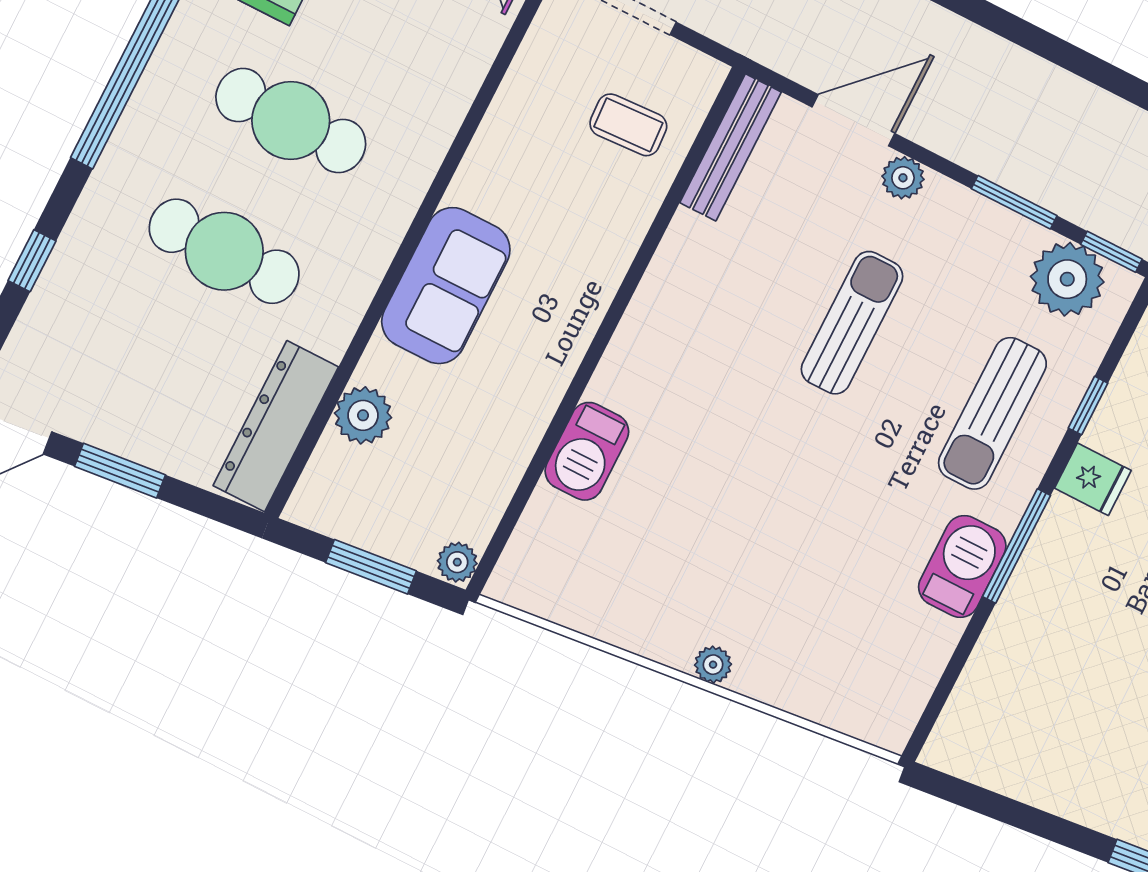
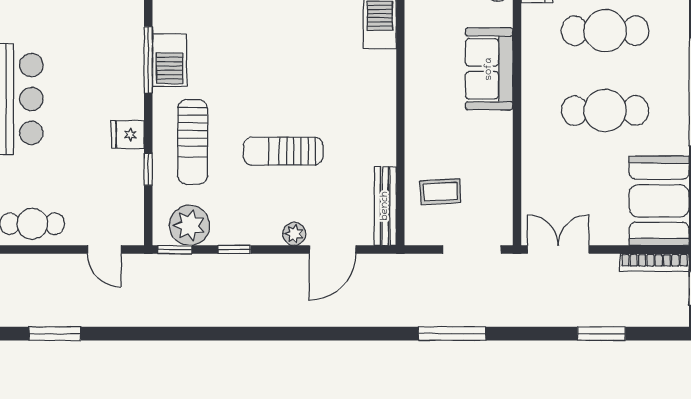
window: (1014, 202) -> (234, 250), width x0.67
sun lounger: (852, 323) -> (283, 151), turned 90
sun lounger: (992, 413) -> (193, 142), turned 180
window: (1017, 546) -> (148, 60), moved

